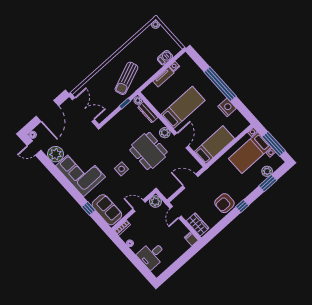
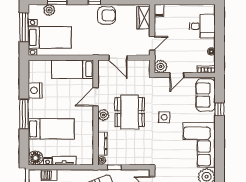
floor lamp: (185, 61) -> (35, 158), added
window: (220, 84) -> (24, 114), width x0.68
bed: (183, 107) -> (51, 129), moved, turned 180
door: (139, 206) -> (177, 75), hinge flipped

